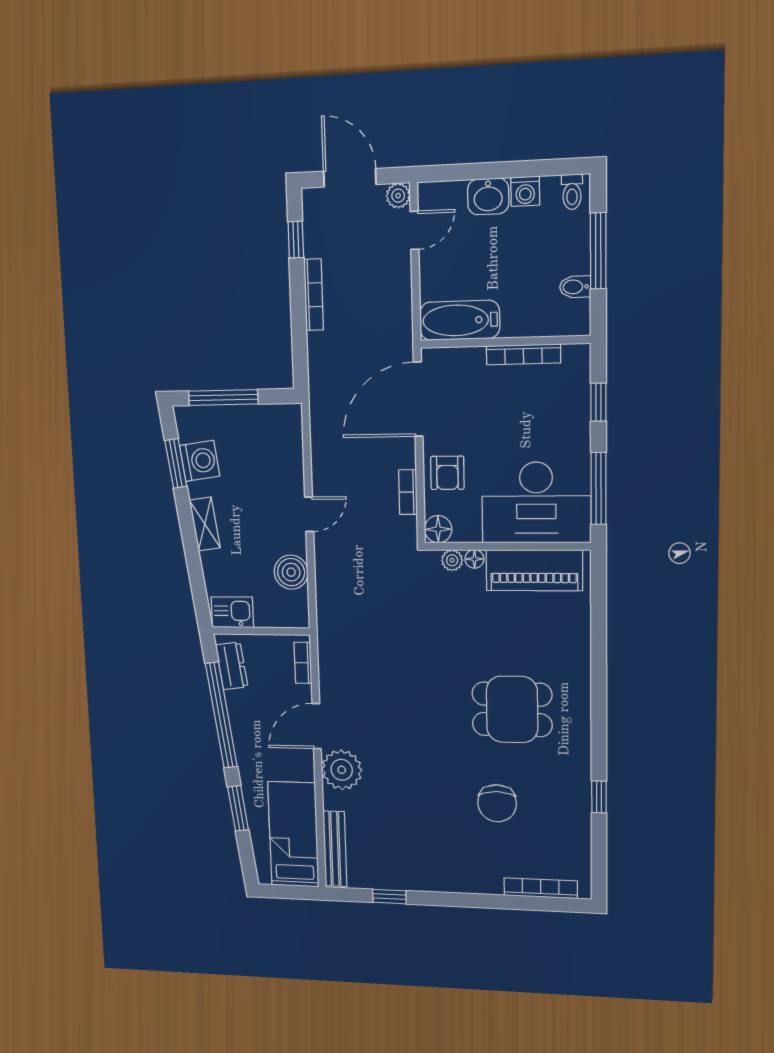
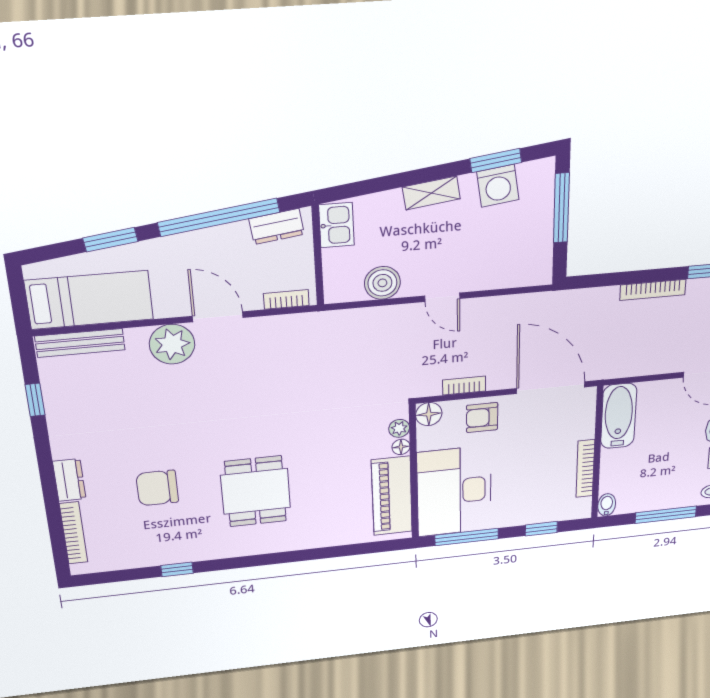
bidet: (575, 287) -> (607, 505), moved
dresser: (479, 882) -> (69, 480), added

